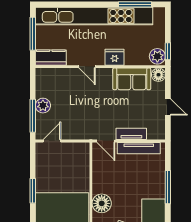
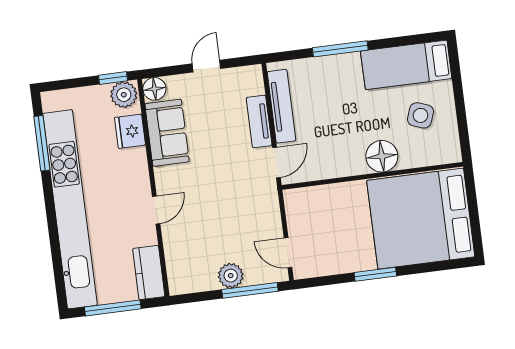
fridge: (115, 57) -> (130, 131), moved

